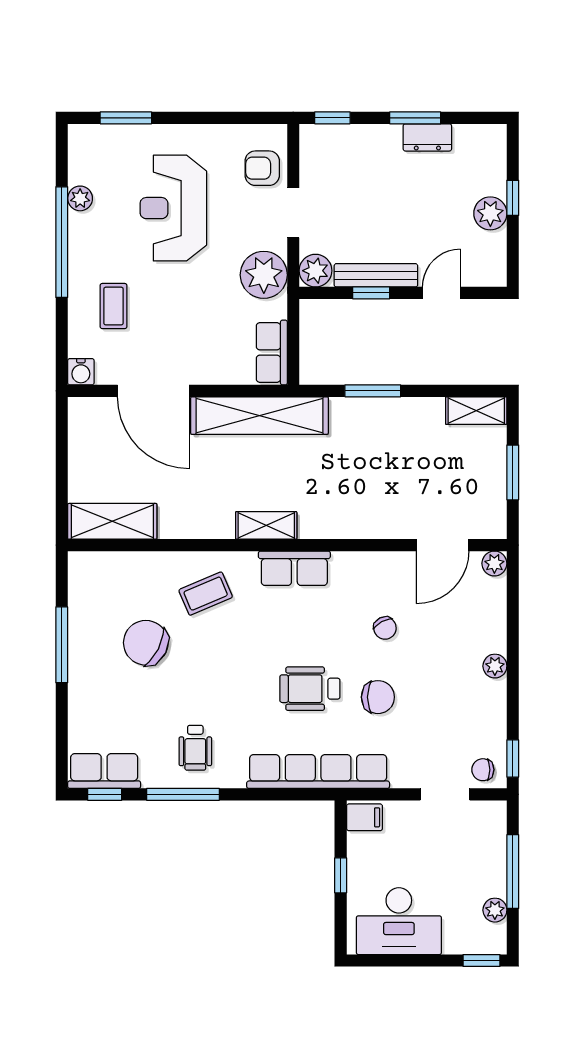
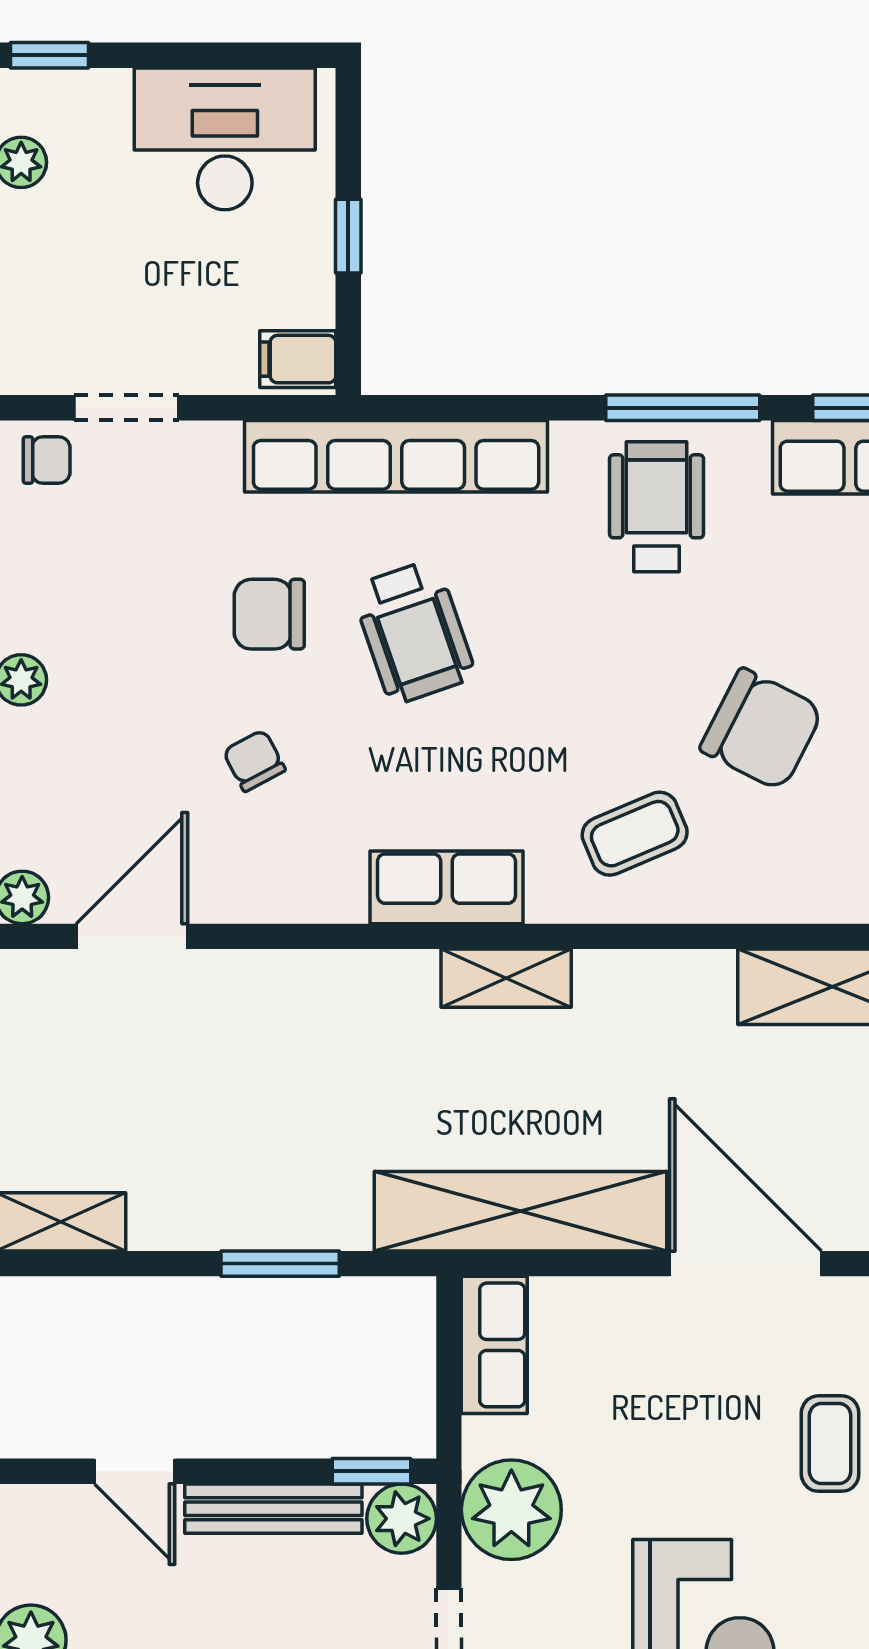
window: (371, 293) -> (371, 1471), moved
door: (441, 293) -> (135, 1471), hinge flipped
wheelchair: (310, 689) -> (414, 632), turned 71
wheelchair: (195, 748) -> (656, 507), width x1.36, depth x1.37

